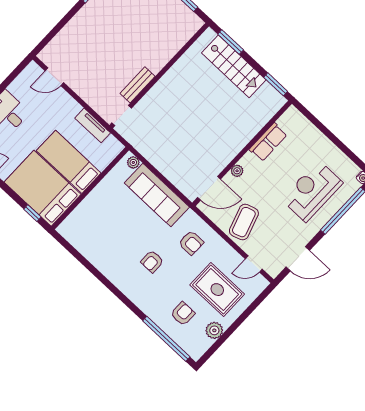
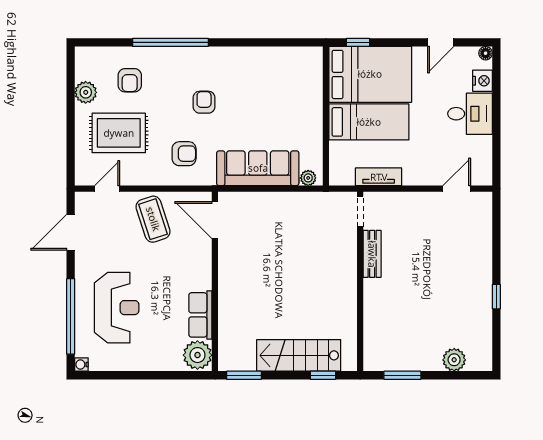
window: (231, 42) -> (323, 375), width x0.67
plant: (237, 171) -> (197, 355), moved, width x1.88, depth x1.88
door: (209, 188) -> (215, 220), hinge flipped
armchair: (191, 243) -> (184, 154), turned 180
window: (166, 339) -> (170, 42), moved

